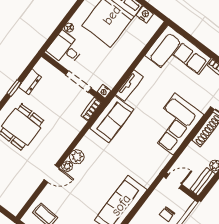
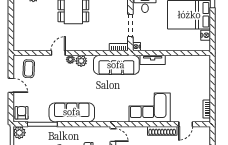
corner sofa: (178, 57) -> (195, 77), removed
sofa: (112, 119) -> (116, 65), width x1.36
door: (52, 174) -> (58, 53), swing flipped

